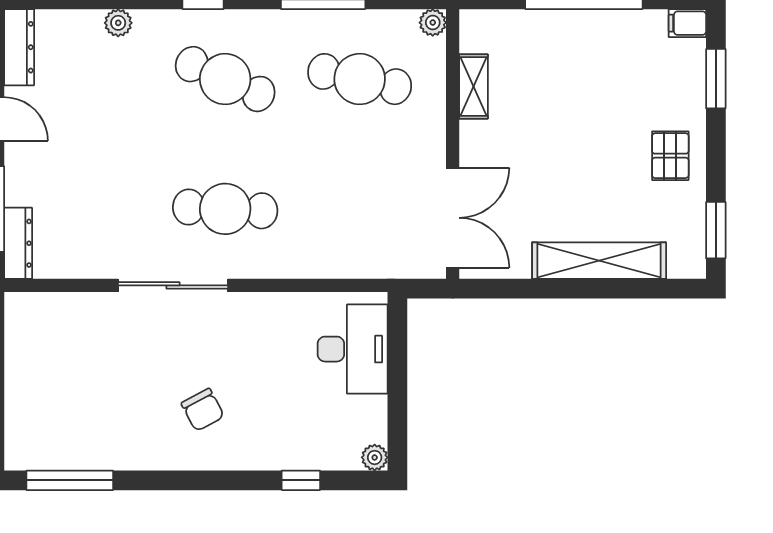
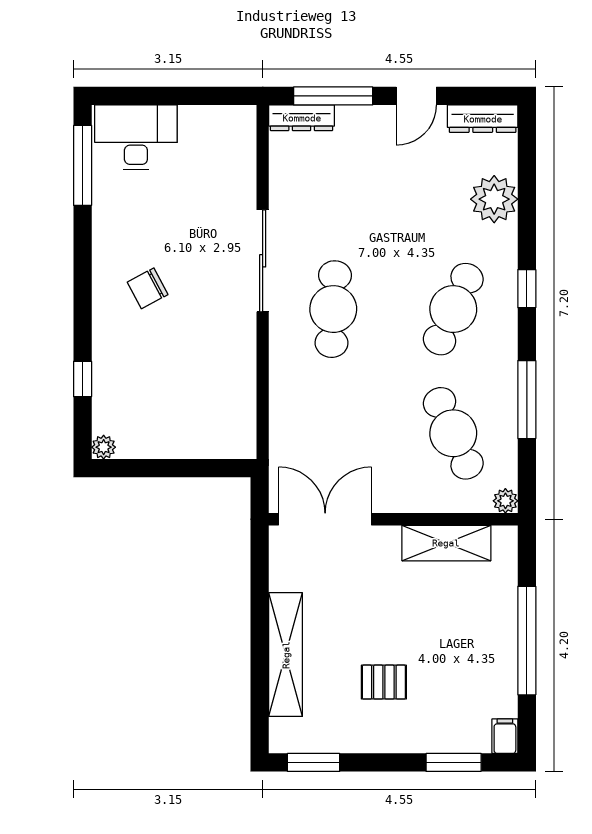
plant: (118, 23) -> (494, 199), width x1.87, depth x1.87
cafe table: (360, 79) -> (453, 433), turned -36
shelving: (474, 86) -> (446, 543), width x1.50, depth x1.33
pallet: (670, 156) -> (384, 682), moved
double door: (453, 218) -> (325, 519), swing flipped
desk: (353, 349) -> (136, 137), moved, turned 180

